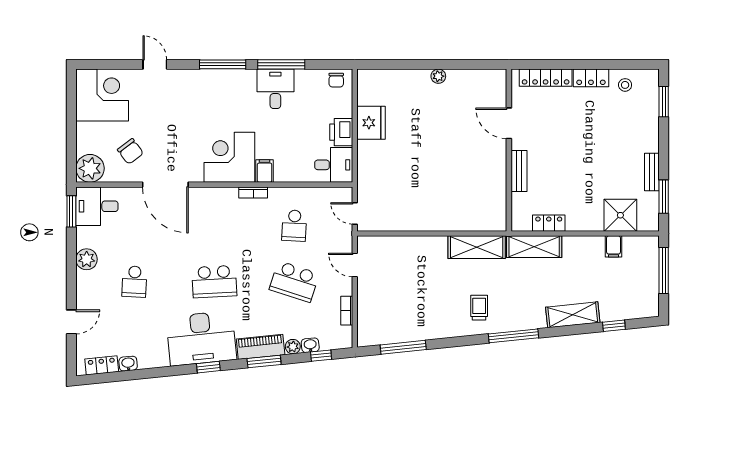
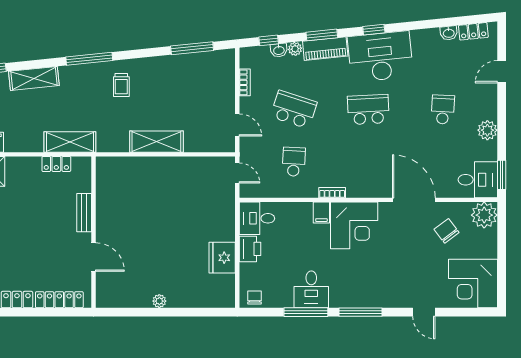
shelving: (477, 247) -> (156, 142), moved

